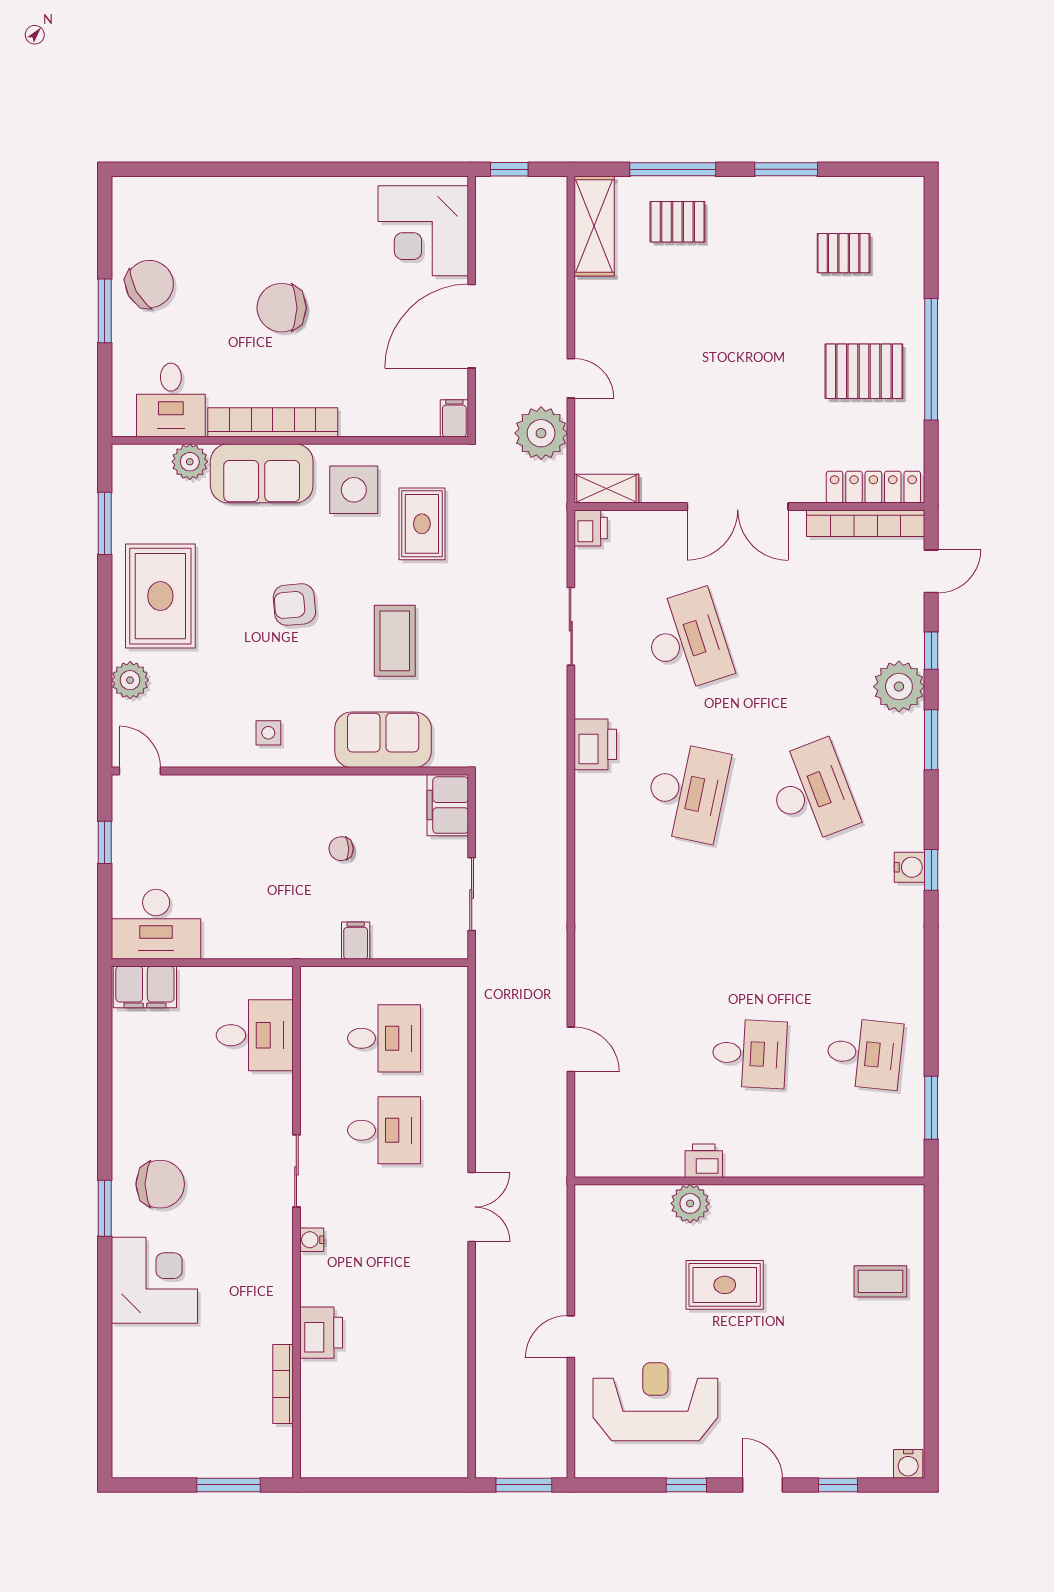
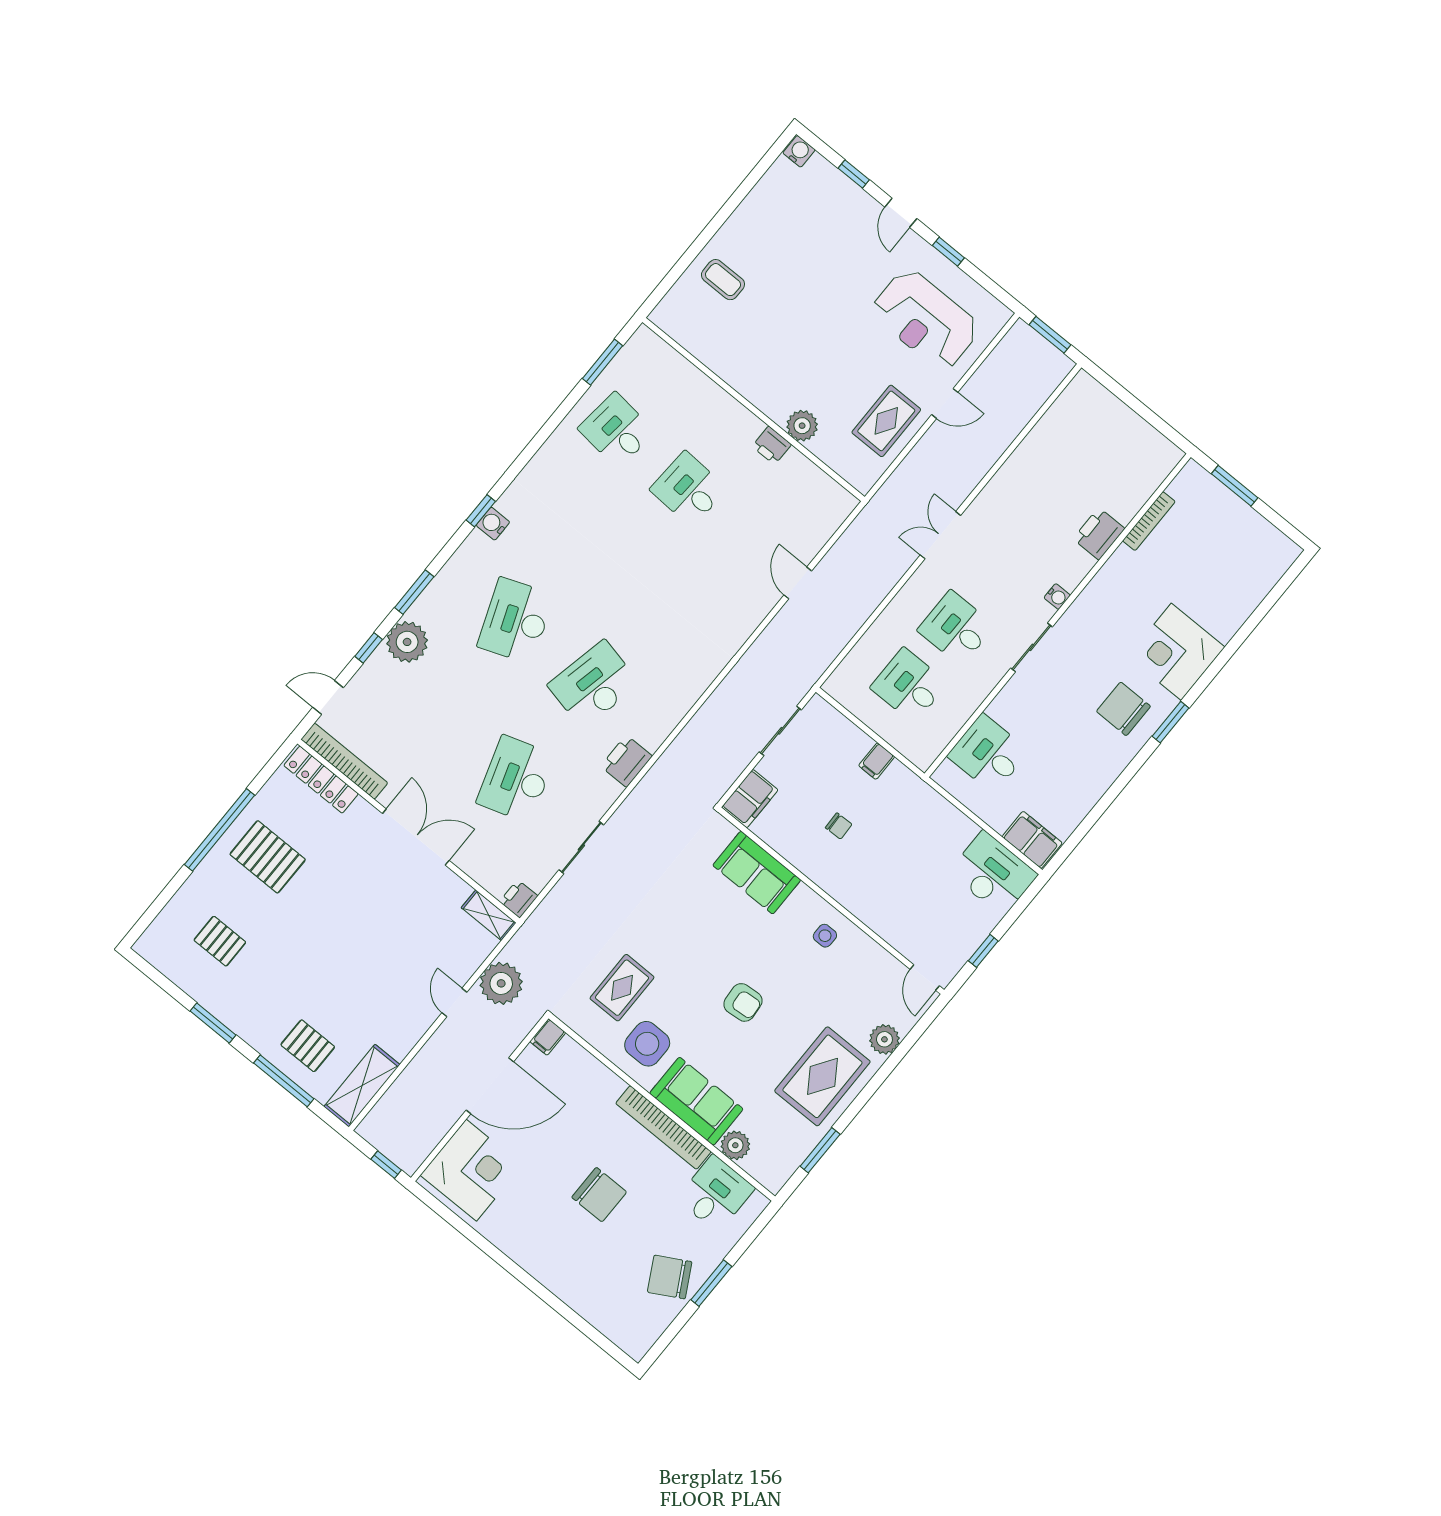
coffee table: (395, 641) -> (699, 928), removed
rug: (725, 1285) -> (886, 421), moved, turned 90

